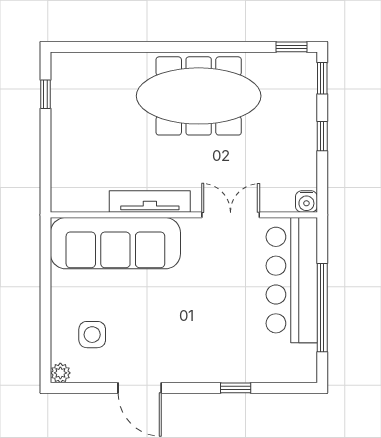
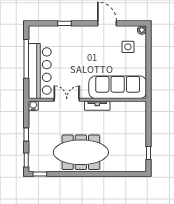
tv unit: (150, 201) -> (97, 106), width x0.71
double door: (231, 215) -> (67, 100), swing flipped

